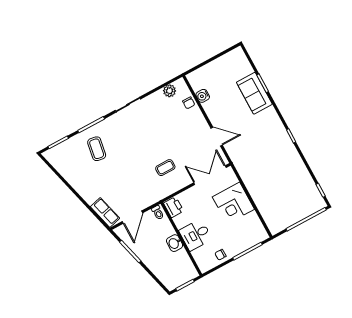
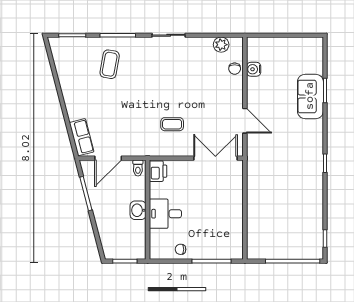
corner desk: (233, 203) -> (224, 202), removed

